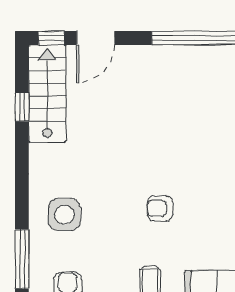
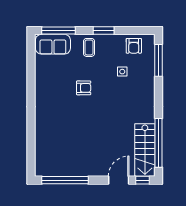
window: (22, 107) -> (159, 143), width x3.17
side table: (64, 215) -> (122, 72), moved, width x0.54, depth x0.54

